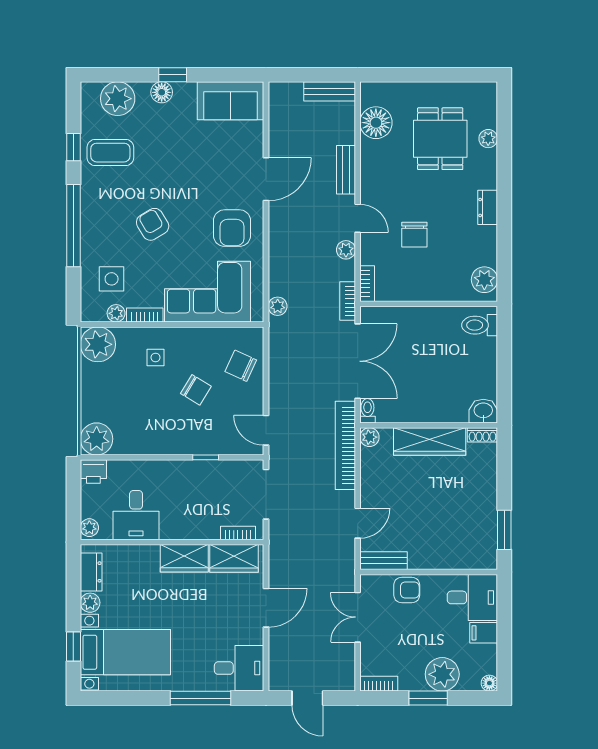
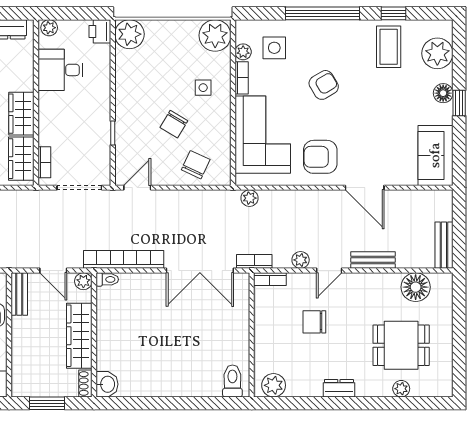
toilet: (367, 411) -> (107, 279), moved
washbasin: (483, 411) -> (107, 384), moved
wall: (429, 425) -> (94, 335), moved
shoe rack: (482, 435) -> (85, 383), moved
plant: (369, 437) -> (83, 281), moved
wardrobe: (430, 442) -> (79, 336), moved

